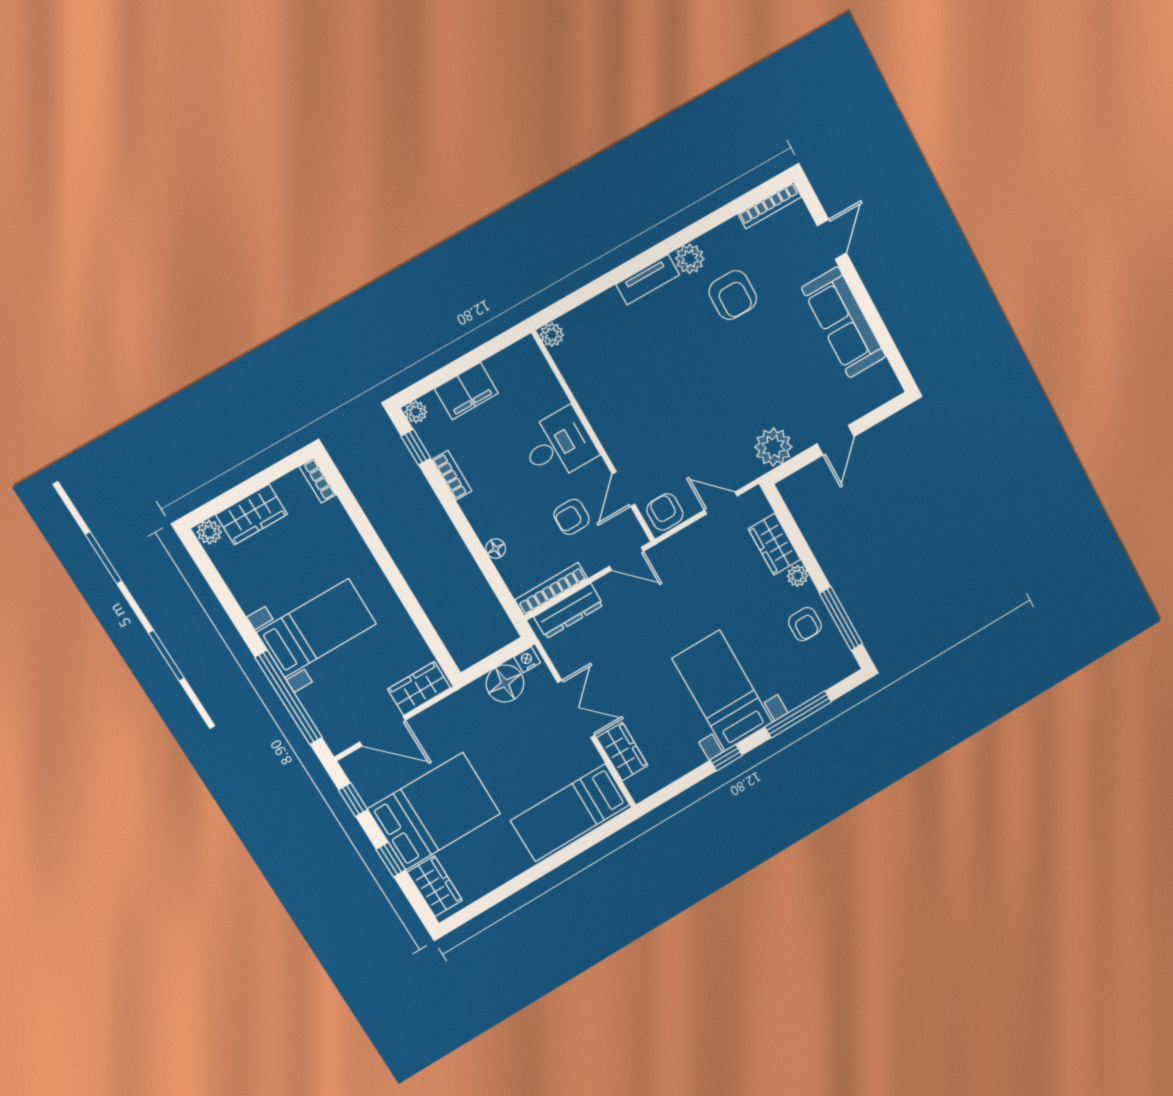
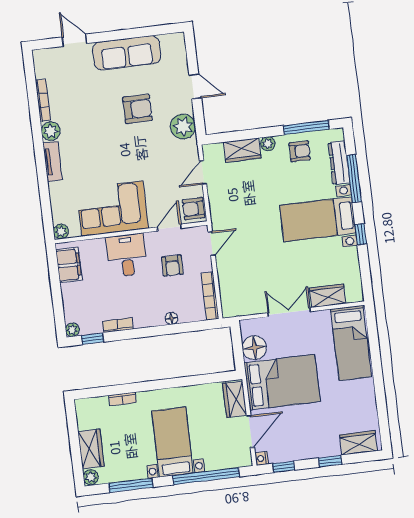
bookcase: (770, 205) -> (43, 100), moved
armchair: (733, 295) -> (137, 109), moved
filing cabinet: (466, 391) -> (69, 265), moved
corner sofa: (616, 396) -> (112, 209), added
bookcase: (318, 481) -> (122, 399), moved
door: (623, 489) -> (169, 228), swing flipped
window: (224, 596) -> (131, 485), added
dresser: (569, 611) -> (339, 163), moved, turned 180
nightstand: (527, 660) -> (262, 458), moved
bed: (434, 811) -> (282, 382), moved, turned 90

